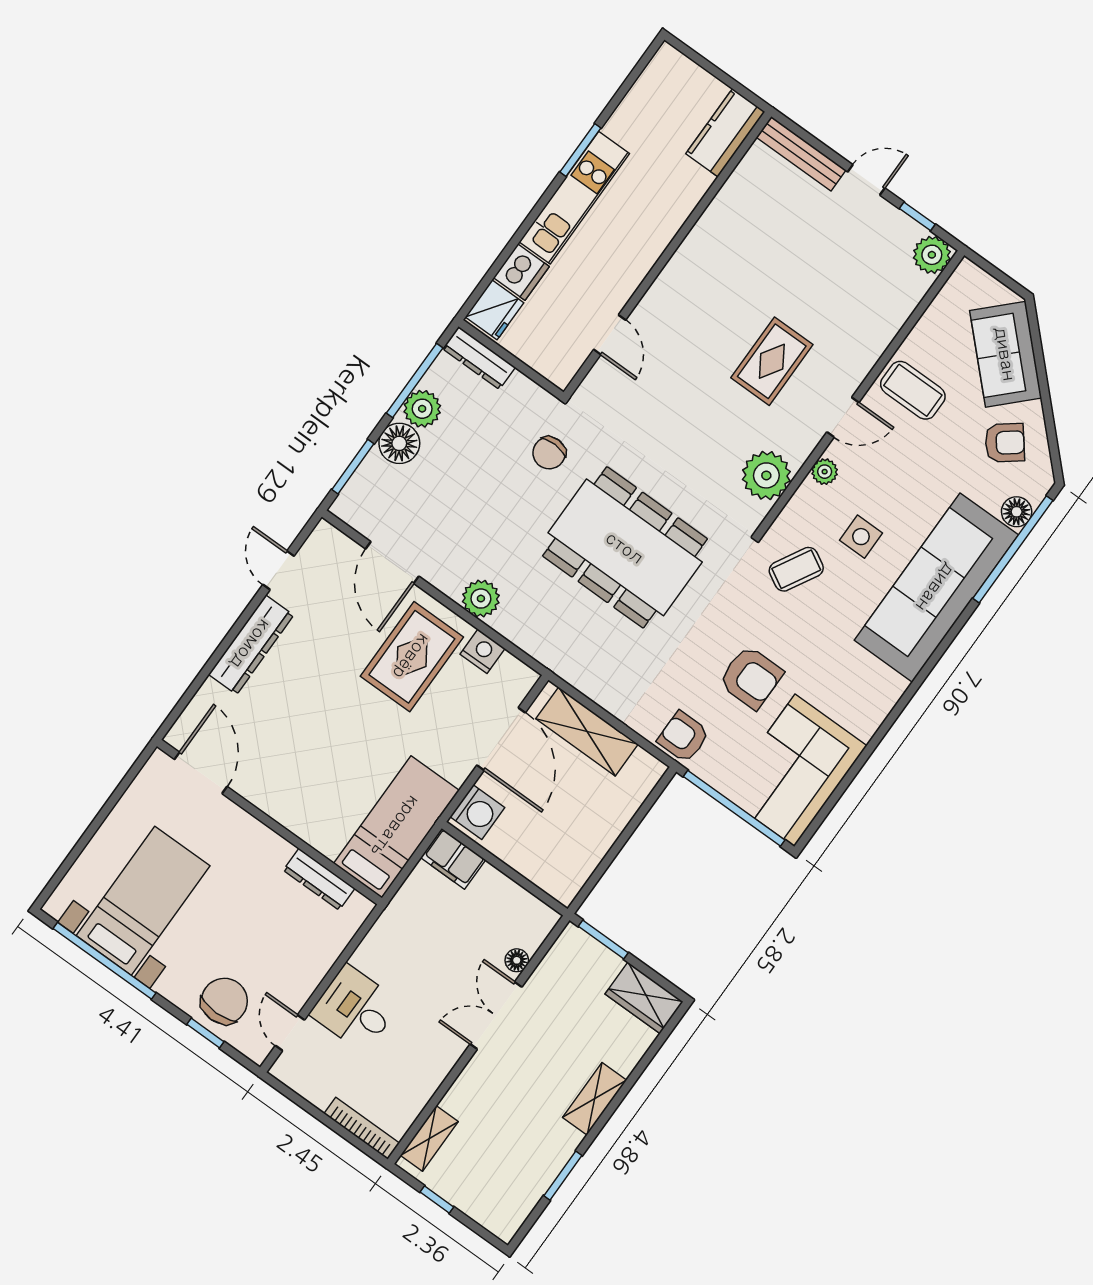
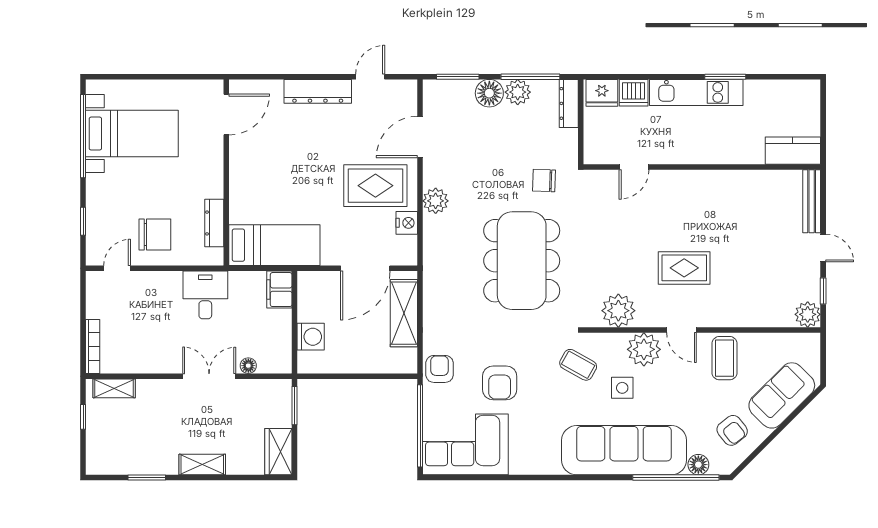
plant: (825, 472) -> (644, 349), width x1.88, depth x1.88
washing machine: (477, 812) -> (311, 337), moved, turned -90
chair: (224, 1001) -> (155, 234), moved
desk: (355, 1009) -> (205, 295), moved

